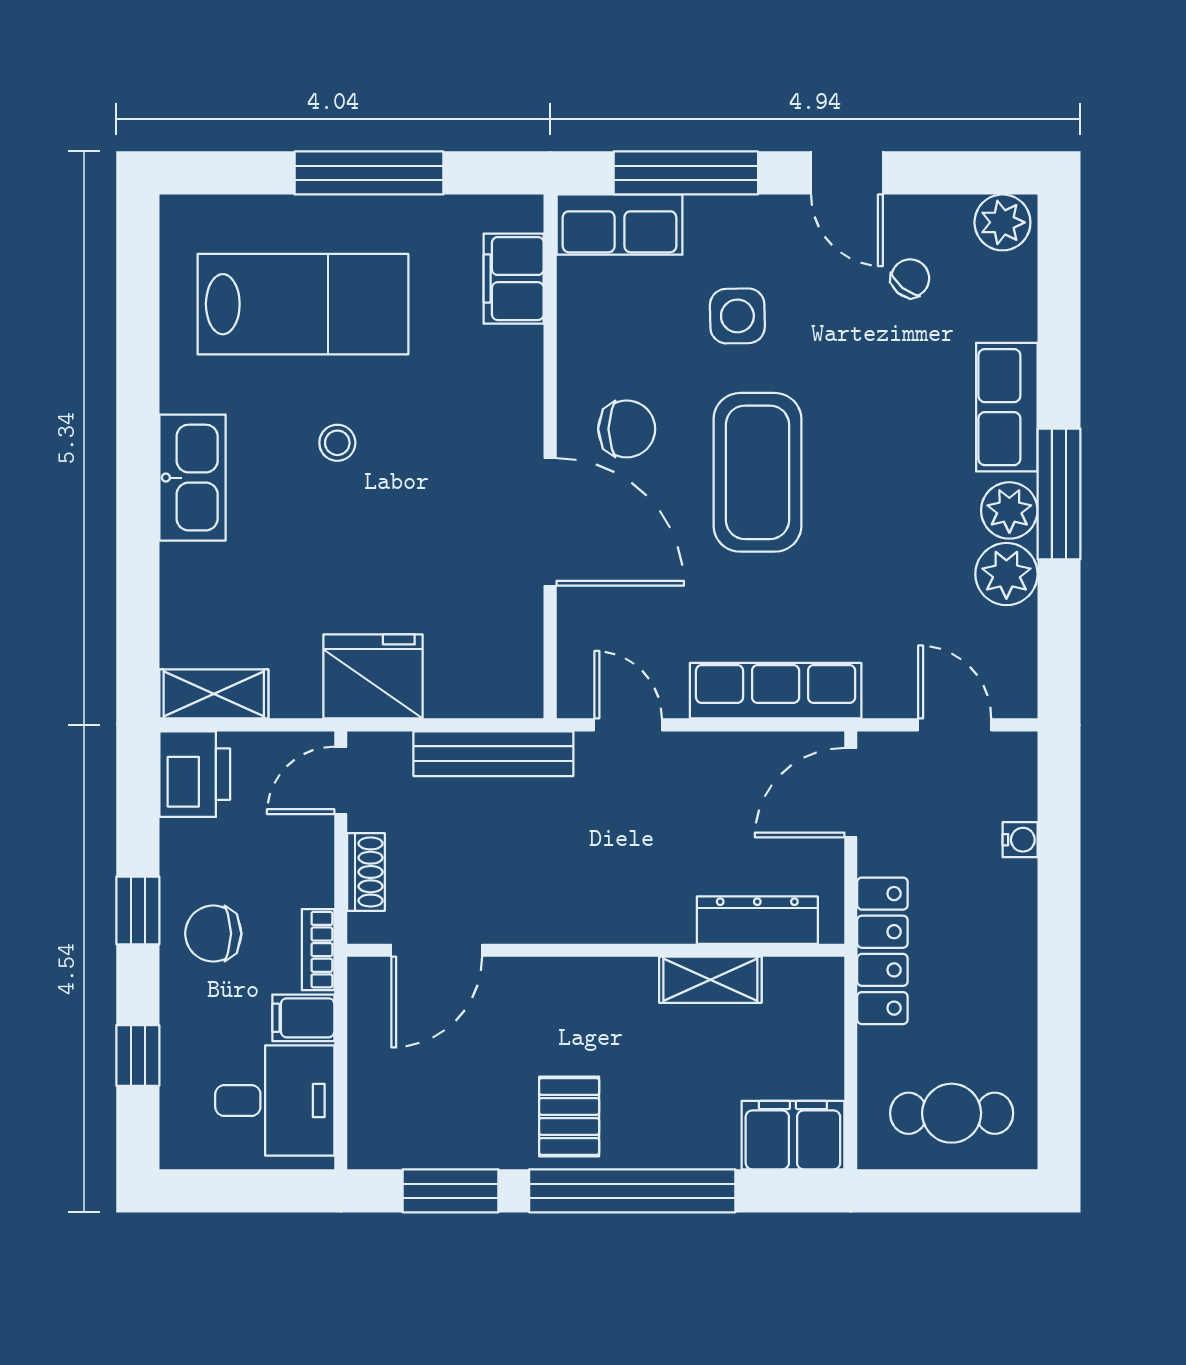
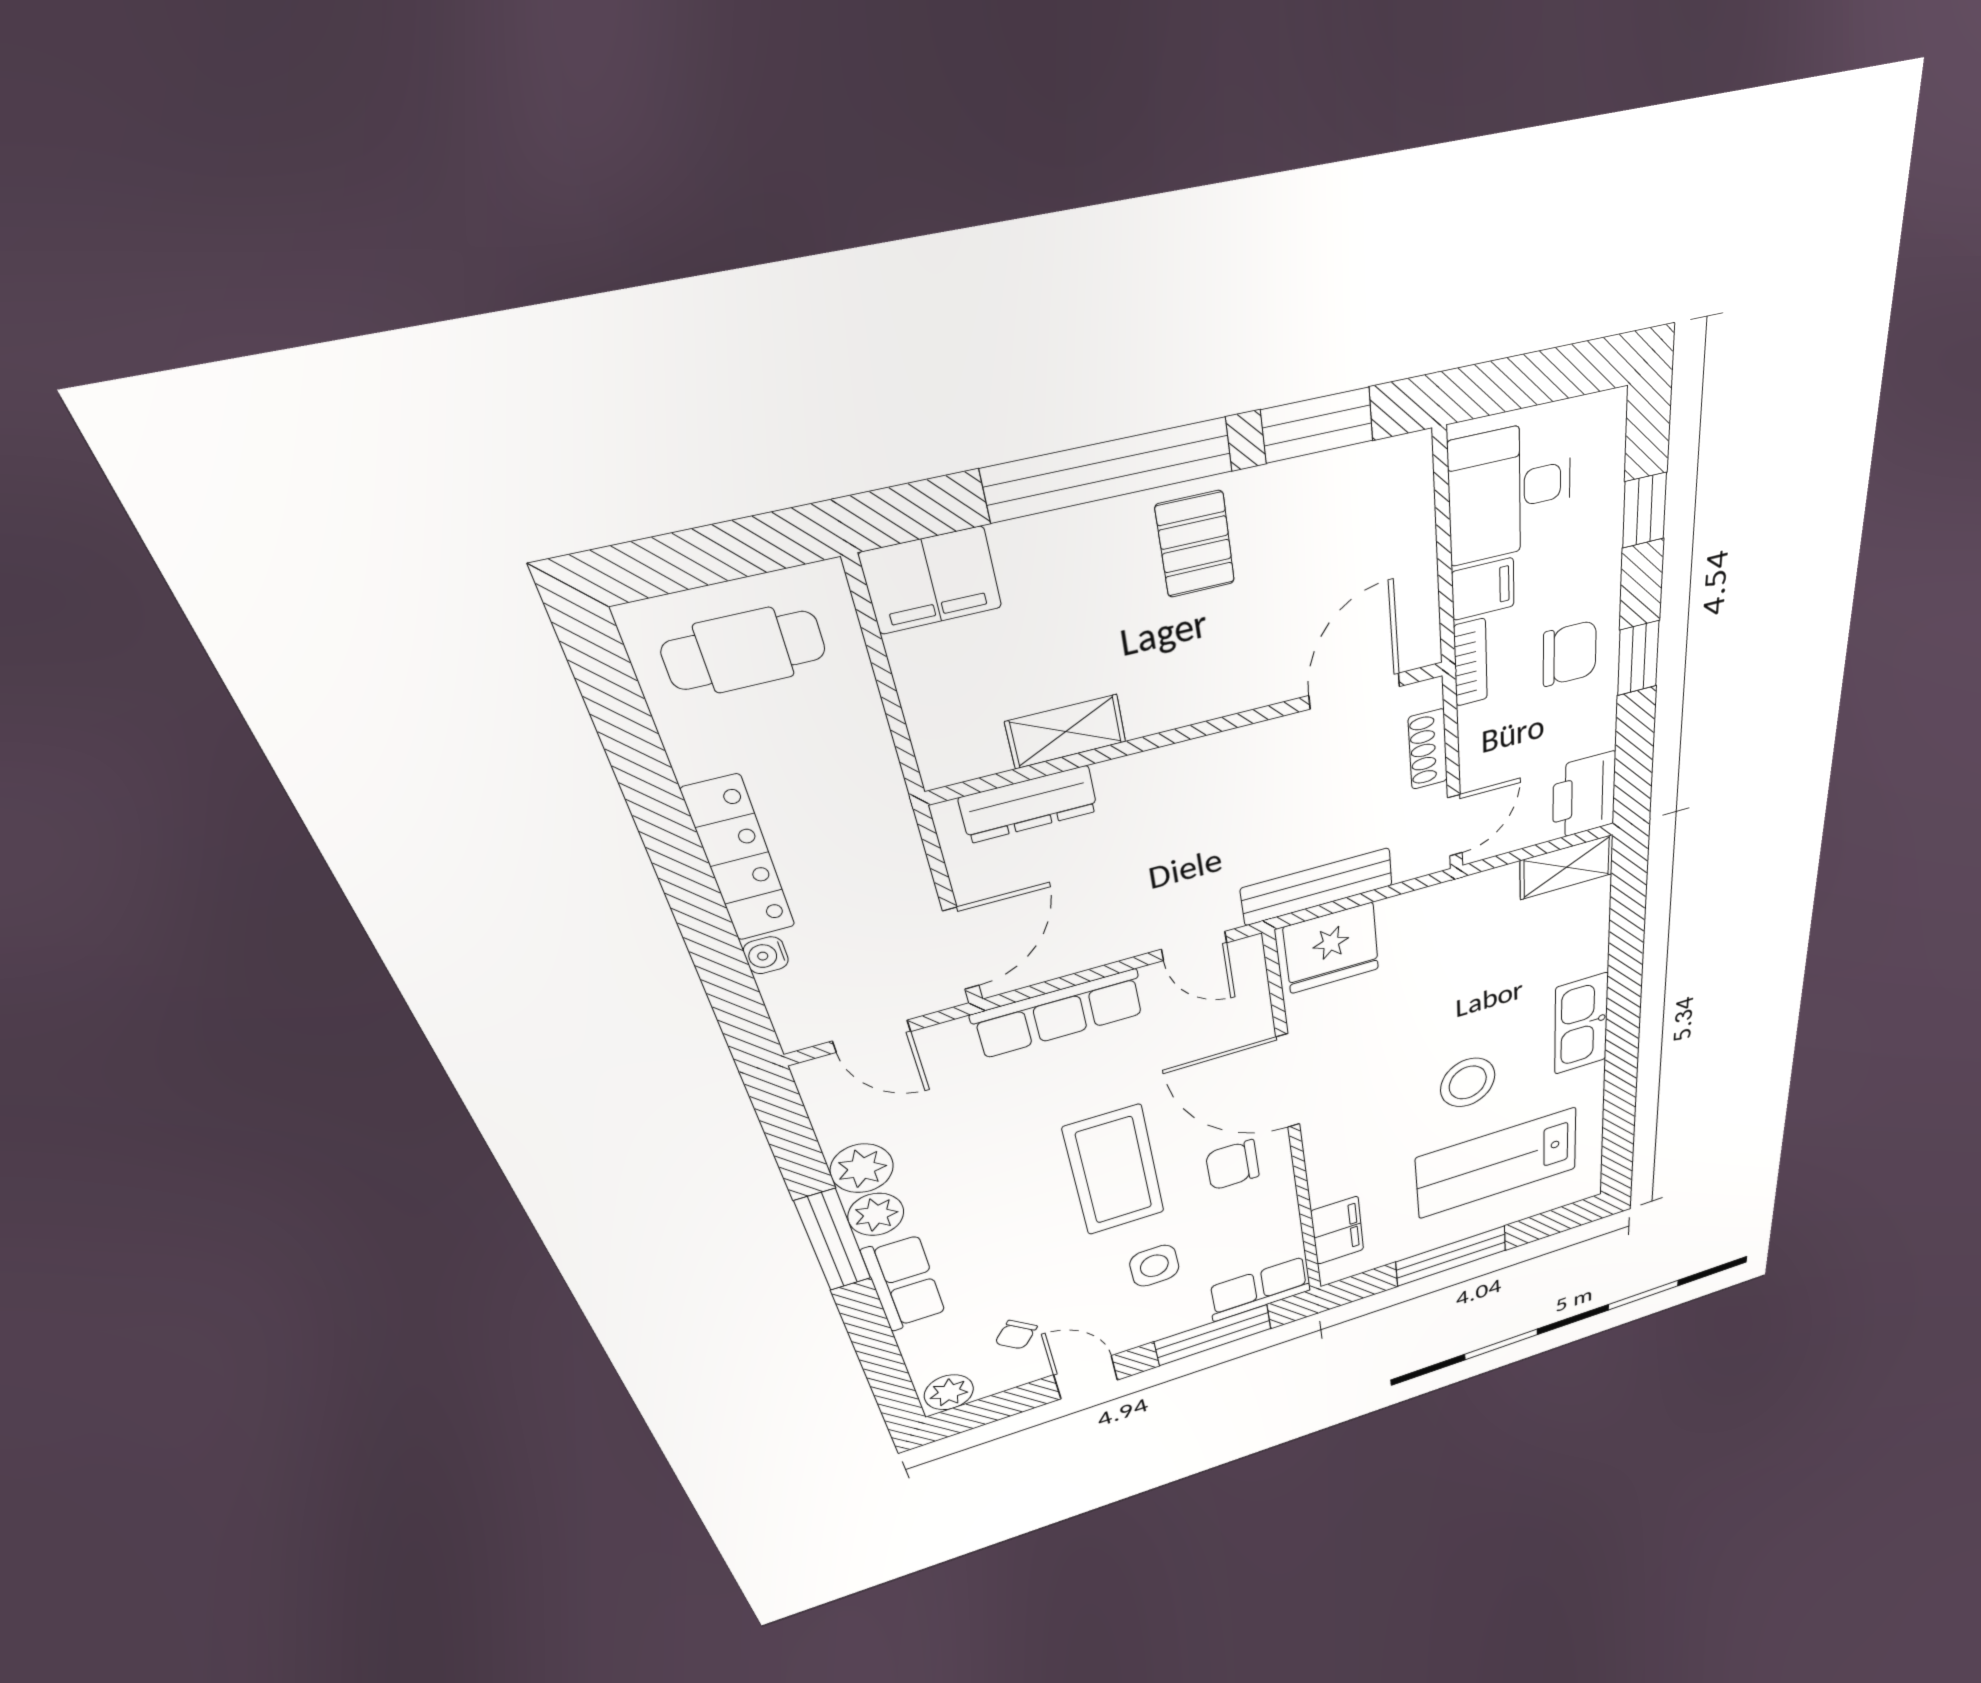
stool: (337, 443) -> (1468, 1083), width x1.89, depth x1.89
fridge: (373, 676) -> (1331, 948), moved
locker: (882, 951) -> (739, 859), moved, turned 180

